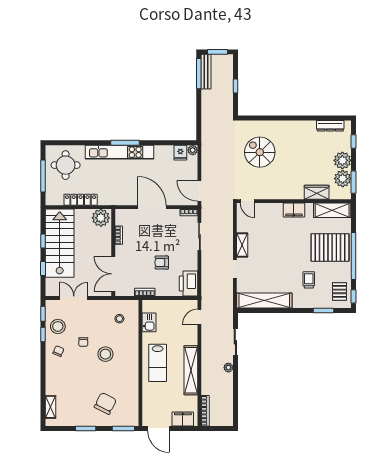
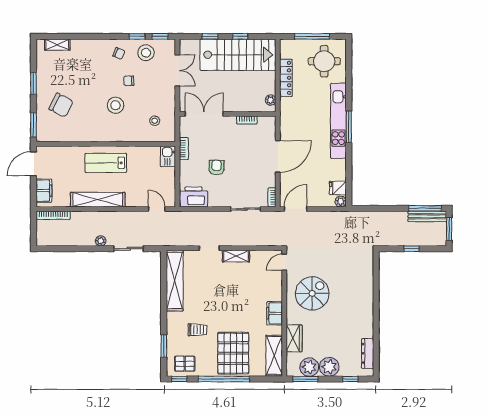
spiral stairs: (260, 152) -> (312, 293), moved
plant: (101, 218) -> (271, 100), width x0.53, depth x0.53
kitchen sink: (149, 322) -> (168, 156), moved, turned 90

